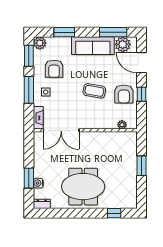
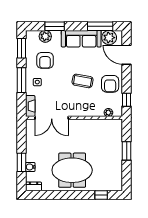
plant: (40, 43) -> (45, 36), moved
window: (141, 94) -> (127, 100), moved

